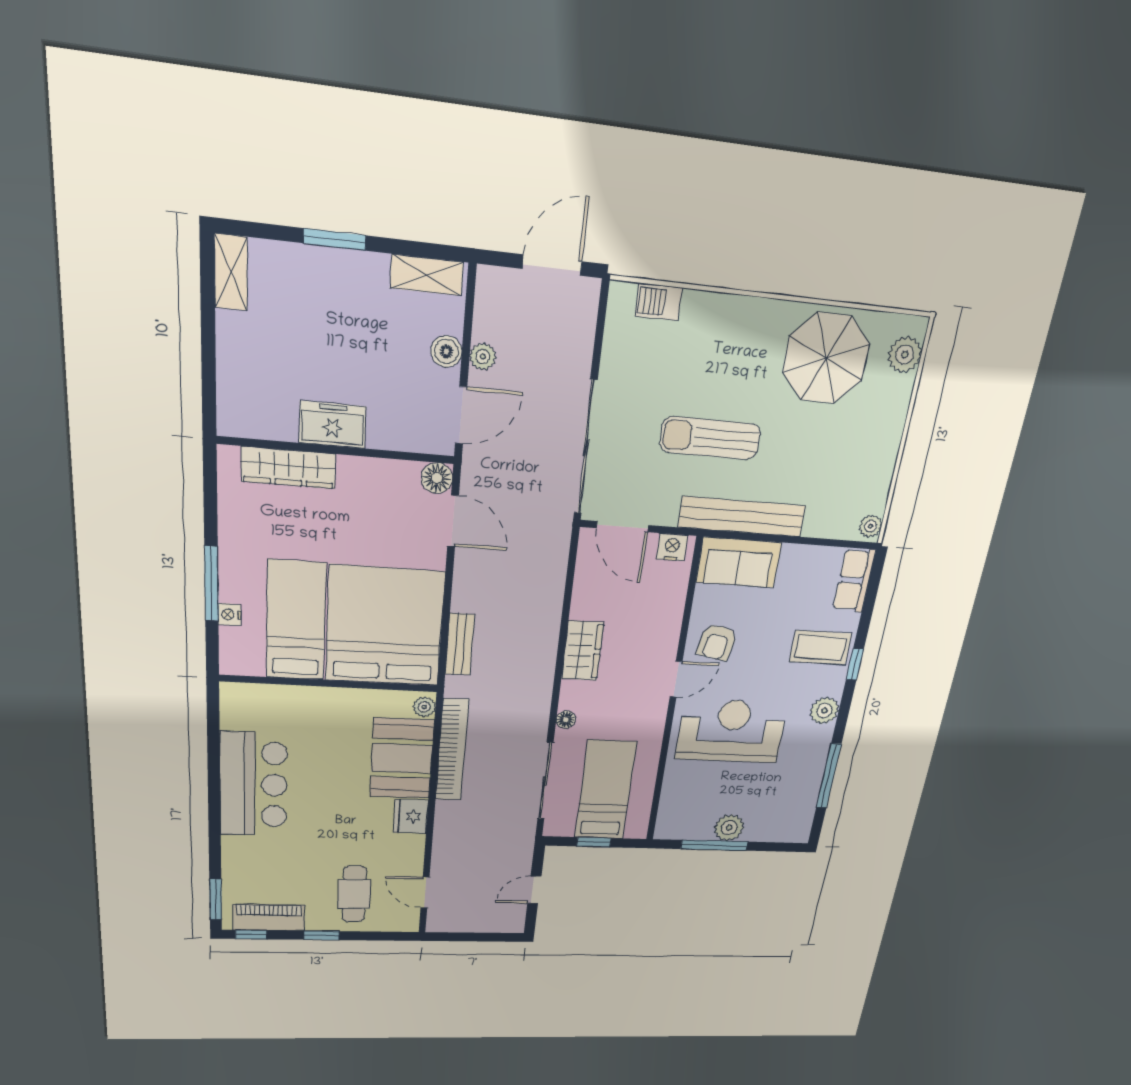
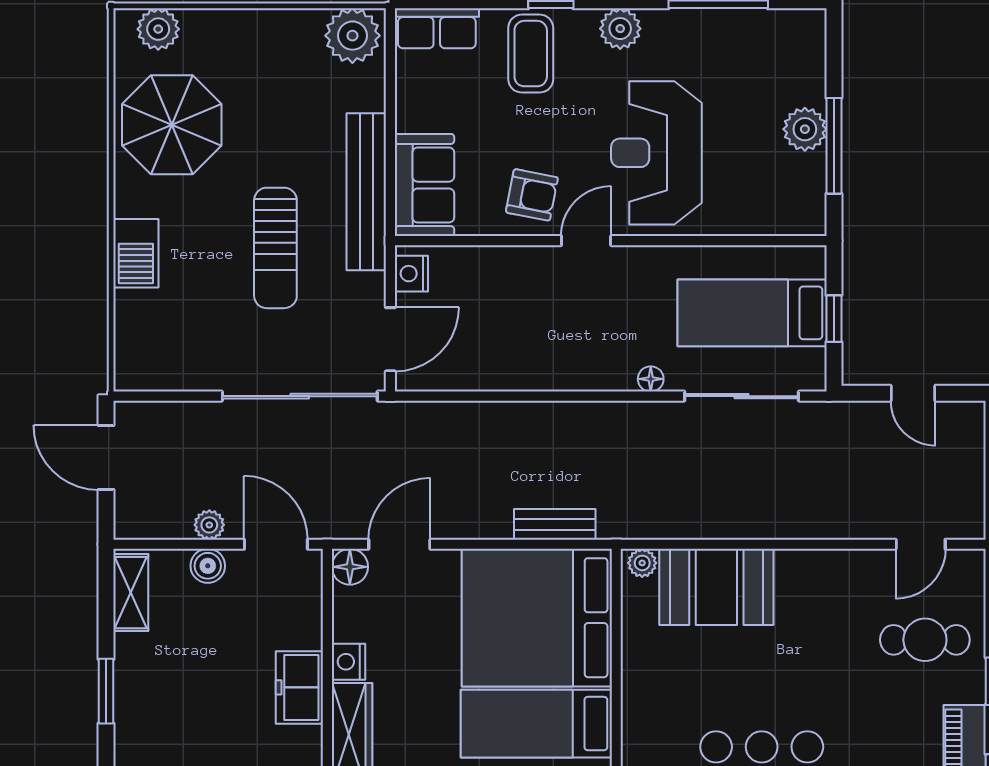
barbecue: (659, 302) -> (136, 253), moved, width x1.38, depth x1.27
nightstand: (354, 470) -> (349, 662), added
plant: (871, 526) -> (352, 36), width x1.88, depth x1.88
wardrobe: (582, 651) -> (554, 369), removed
door: (676, 679) -> (586, 241), hinge flipped
bookcase: (452, 750) -> (701, 523), removed
fridge: (411, 816) -> (802, 571), removed

